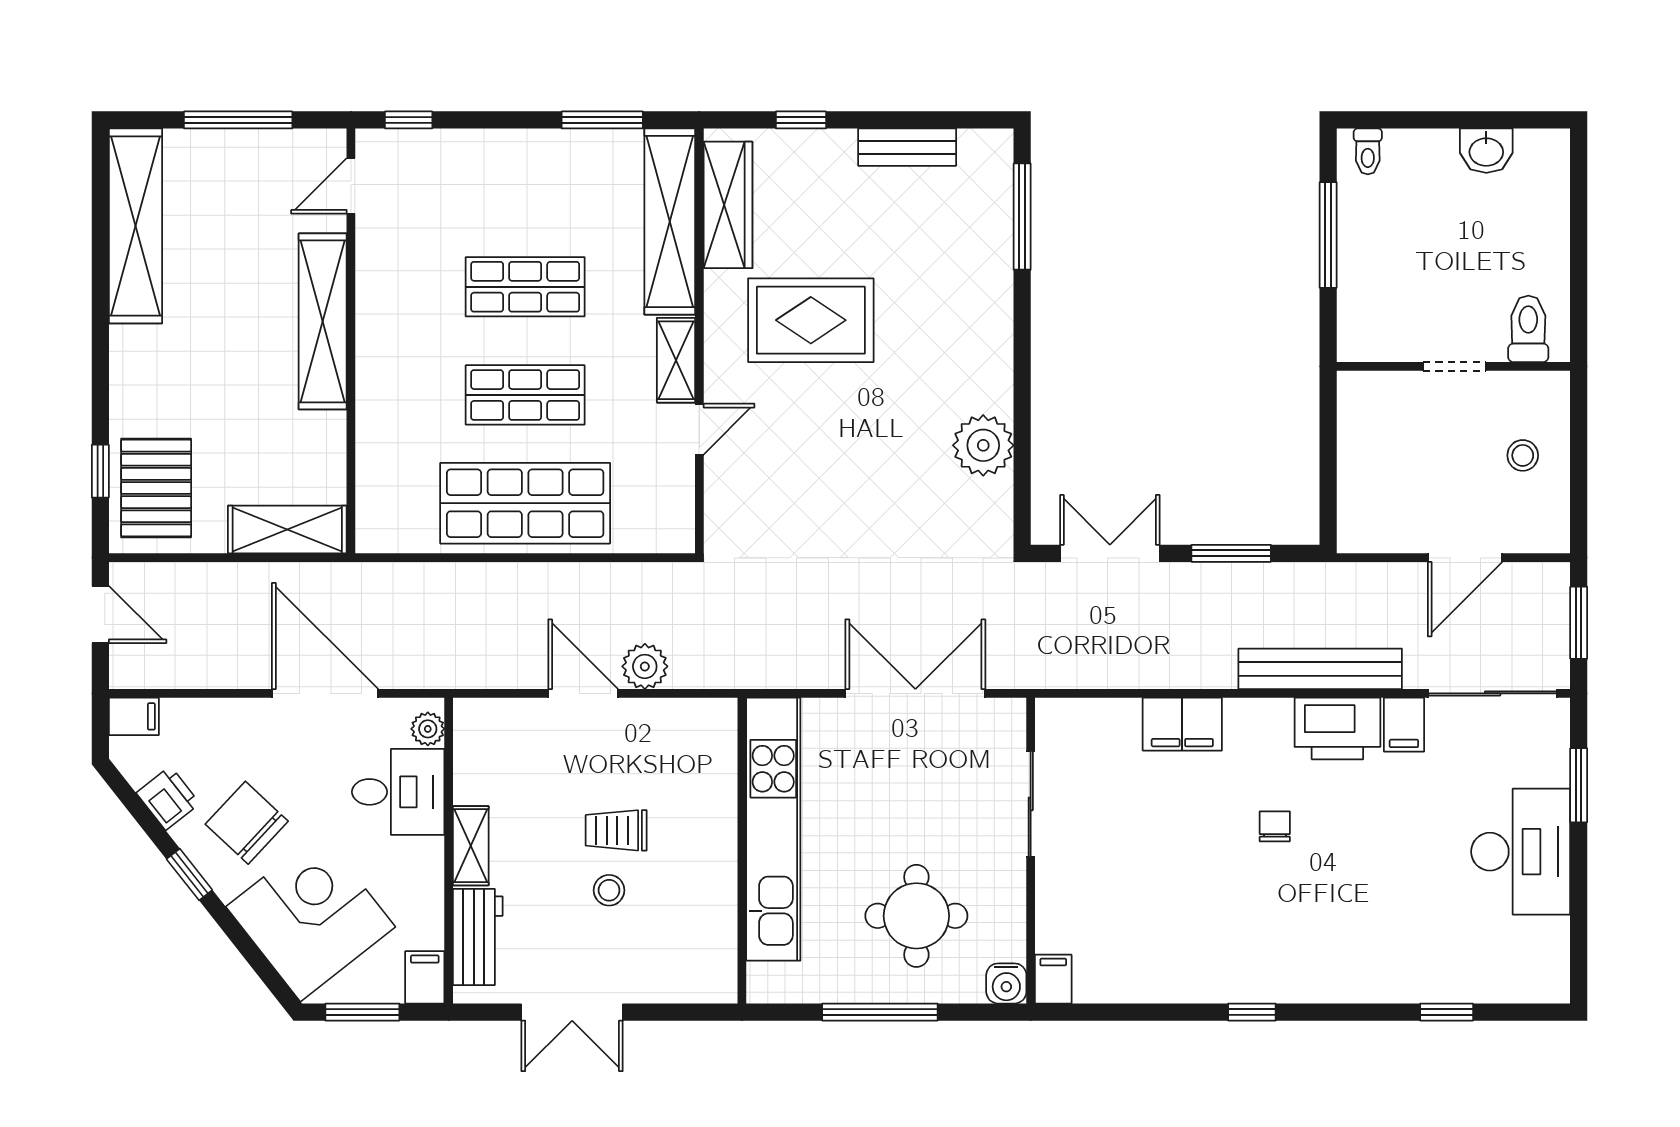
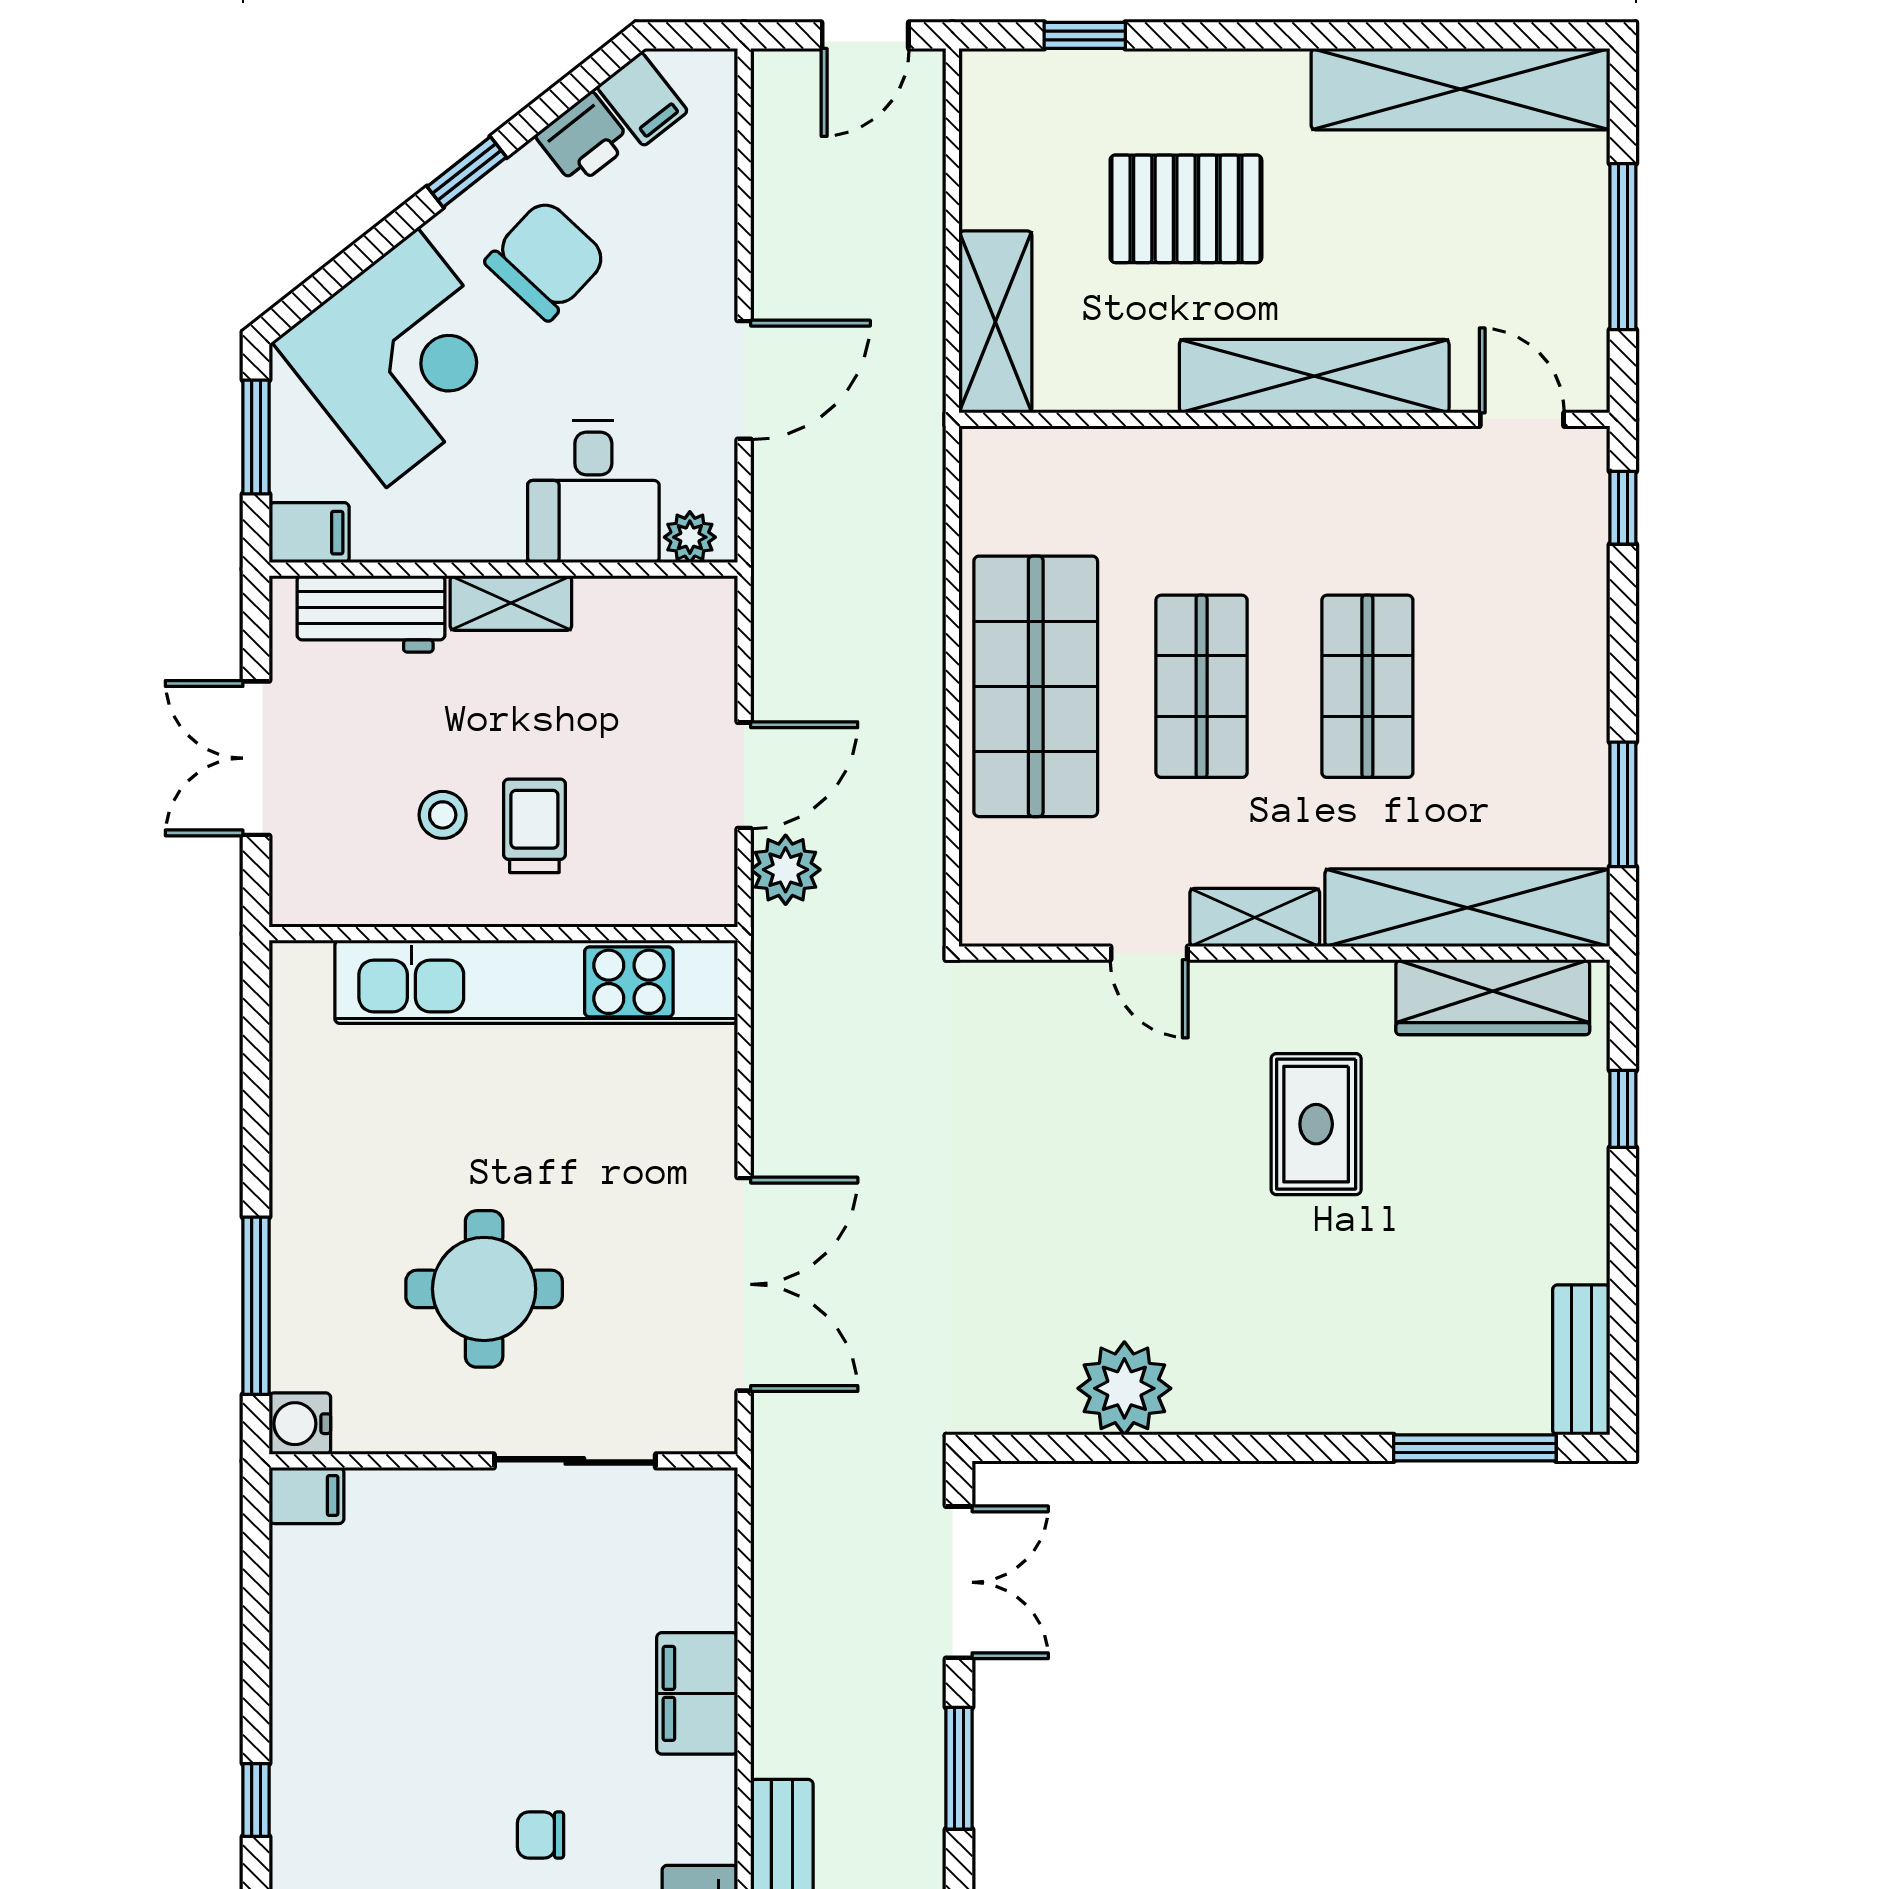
bench: (907, 147) -> (1581, 1360), moved
rug: (811, 320) -> (1316, 1124), width x0.73, depth x0.70
pallet: (156, 488) -> (1186, 209), moved
door: (325, 693) -> (744, 380), width x0.73
filing cabinet: (134, 716) -> (642, 99), moved, turned -38
chair: (1275, 826) -> (541, 1835), turned 180
kitchen unit: (773, 829) -> (536, 982), moved
wall: (742, 851) -> (503, 934), moved
round table: (916, 916) -> (484, 1289), moved
window: (880, 1012) -> (256, 1306), moved

